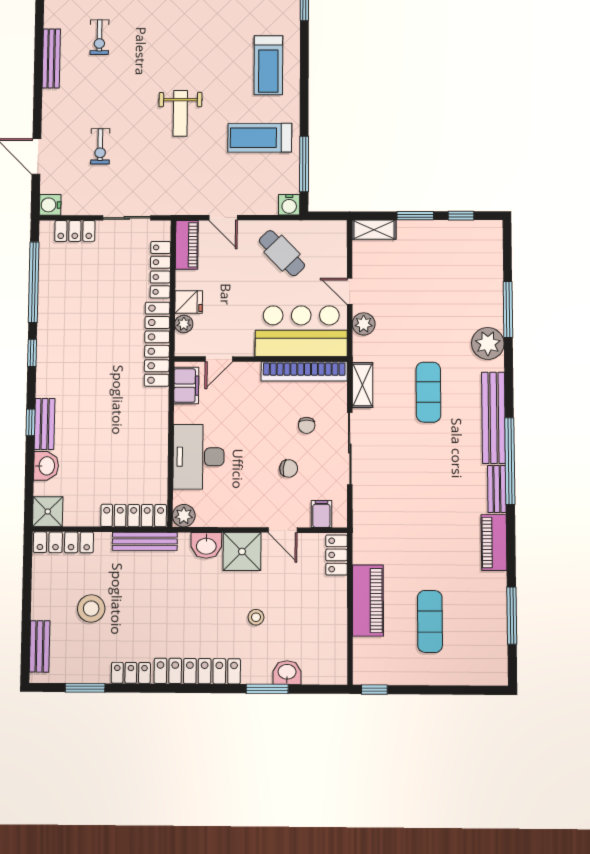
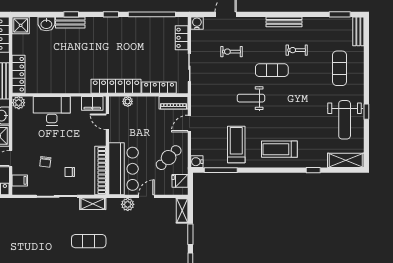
exercise mat: (133, 78) -> (272, 70), added
fridge: (189, 302) -> (180, 181), moved, turned 90

